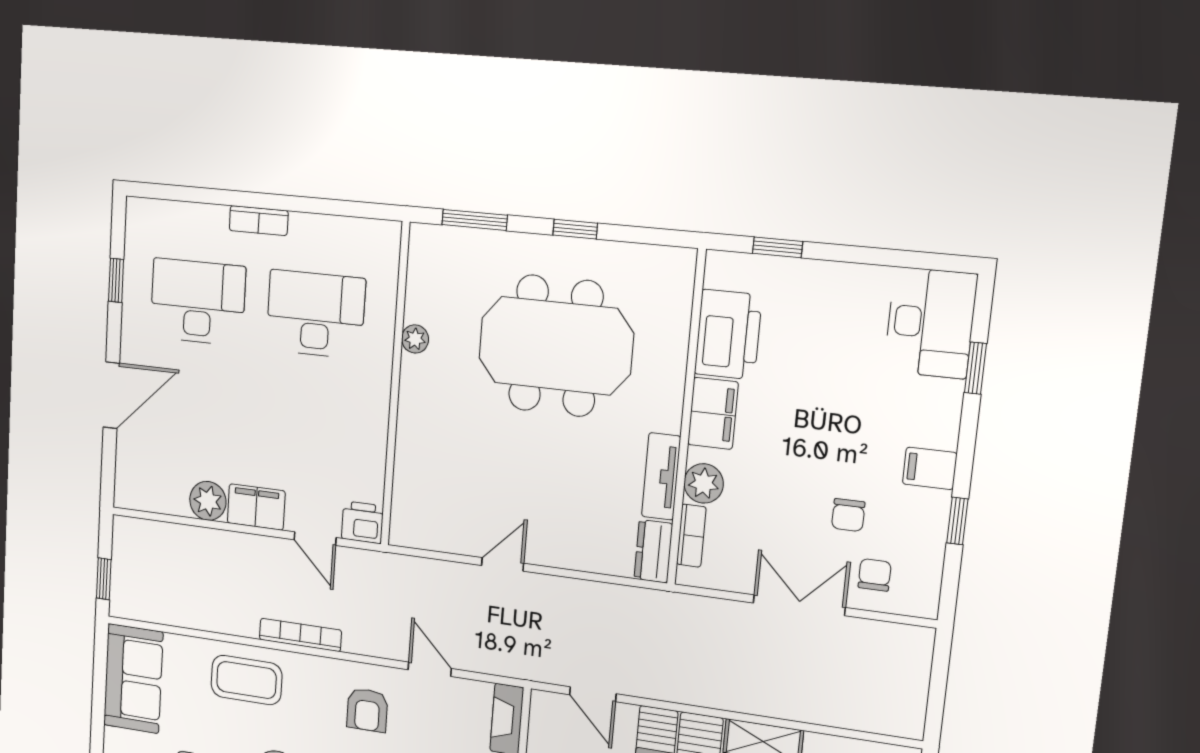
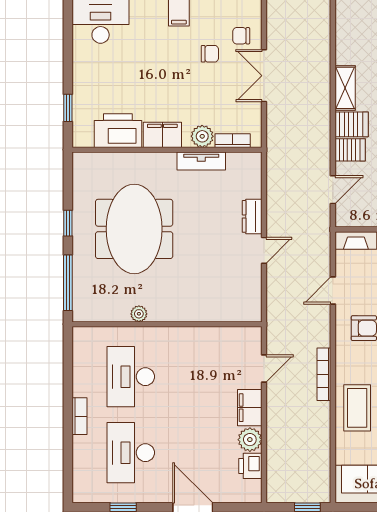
window: (475, 220) -> (68, 283), width x1.44
printer: (362, 522) -> (250, 466), moved
dresser: (653, 551) -> (252, 216), moved, turned 90
door: (503, 564) -> (264, 250), swing flipped

